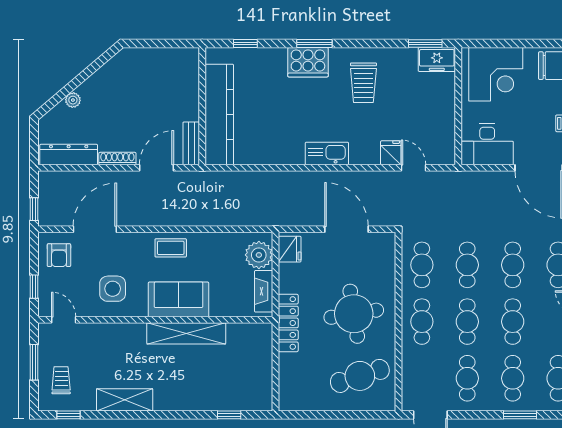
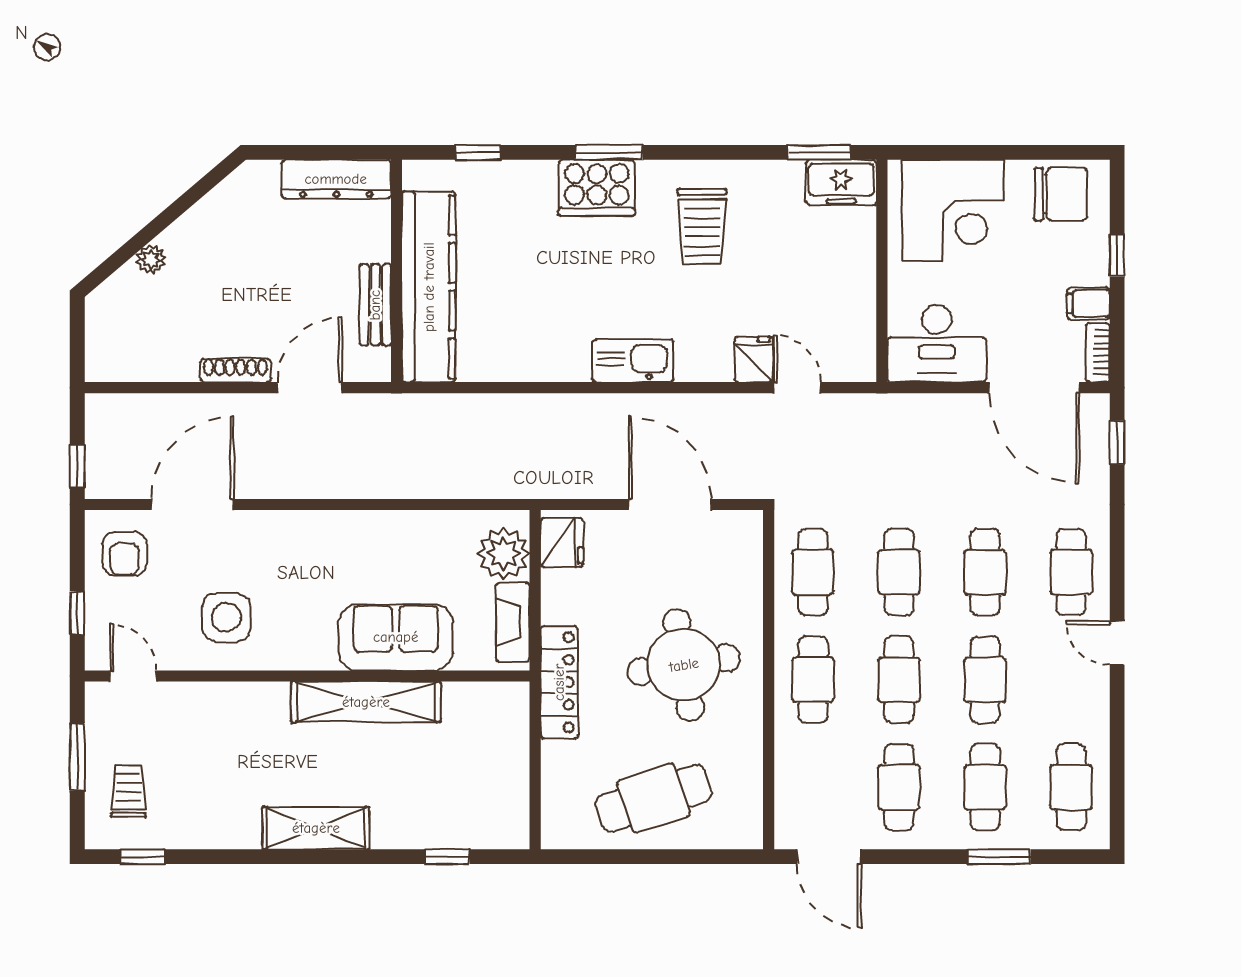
bench: (191, 143) -> (375, 305), moved
dresser: (69, 154) -> (336, 179), moved, turned 180
coffee table: (171, 248) -> (336, 540), removed
sofa: (179, 299) -> (396, 637), moved
cafe table: (360, 376) -> (654, 798), moved
shelving: (125, 400) -> (316, 828), moved

